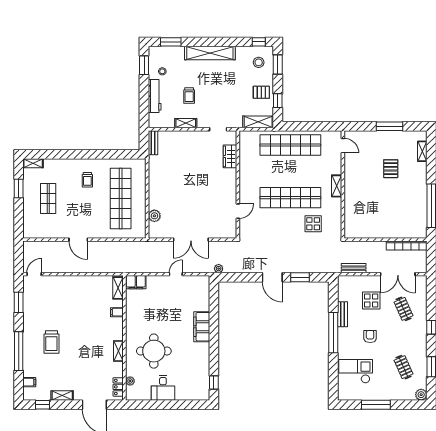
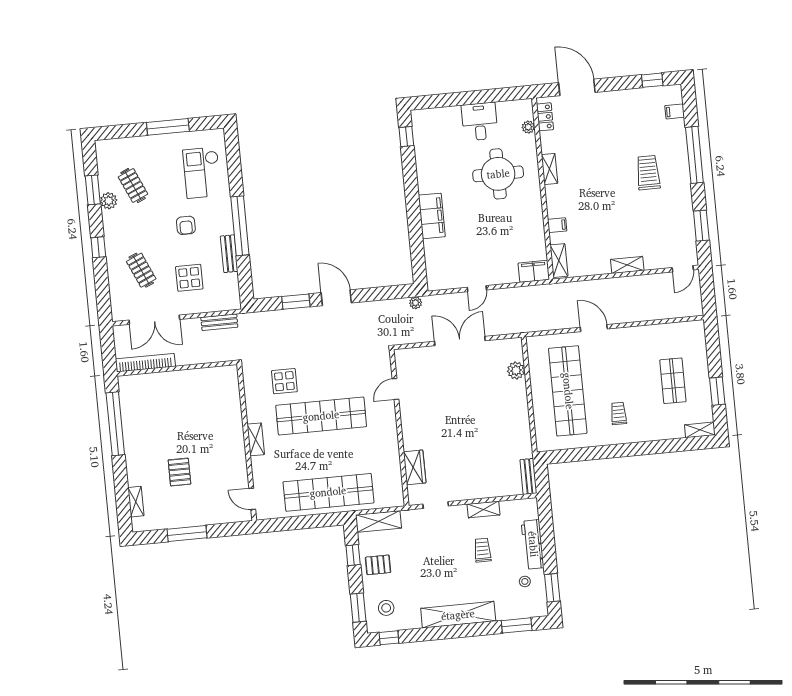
door: (78, 240) -> (594, 328), moved
double door: (398, 274) -> (154, 320), swing flipped
checkout: (356, 371) -> (202, 173), turned 90
shelving: (62, 395) -> (627, 265), moved
plant: (421, 395) -> (109, 201), moved

